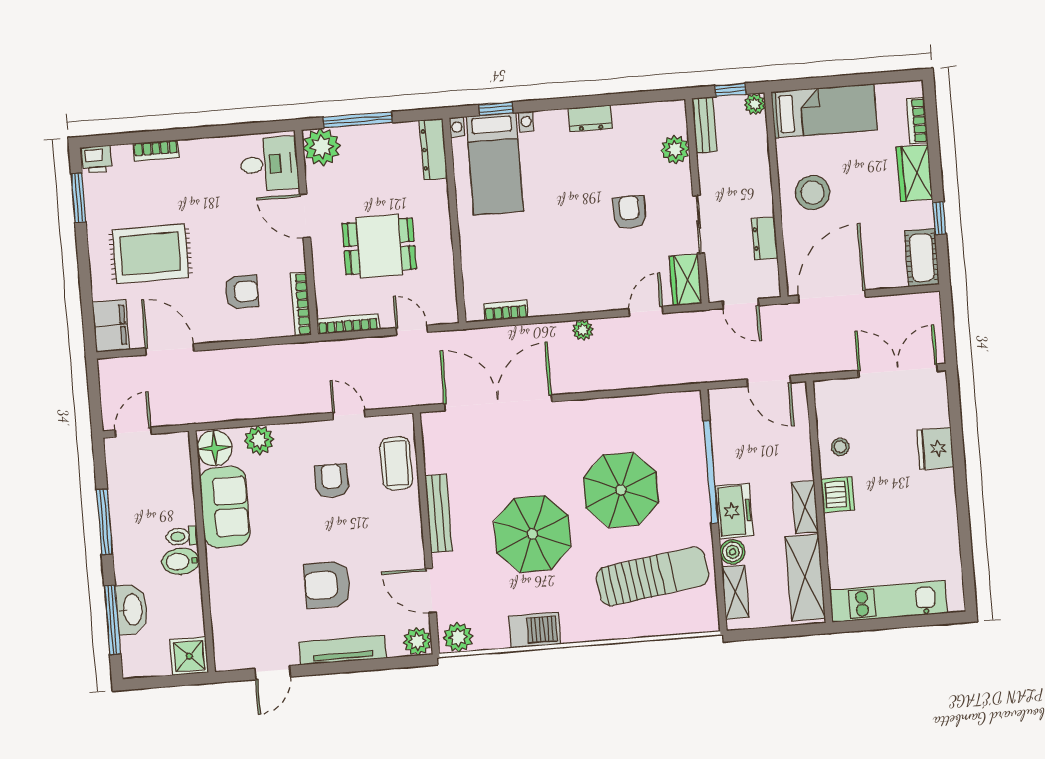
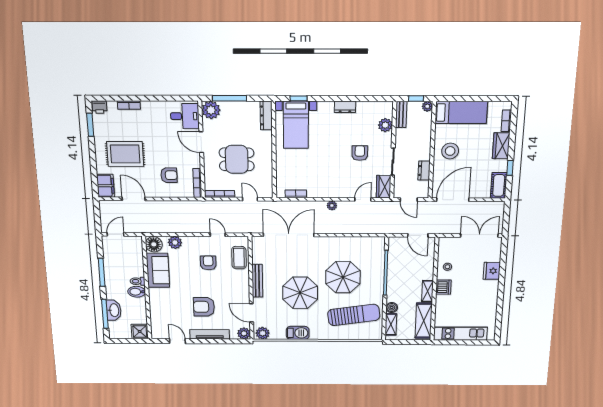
freezer: (734, 511) -> (394, 290), removed
door: (273, 673) -> (177, 341), swing flipped

